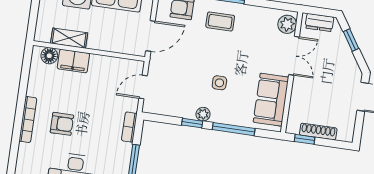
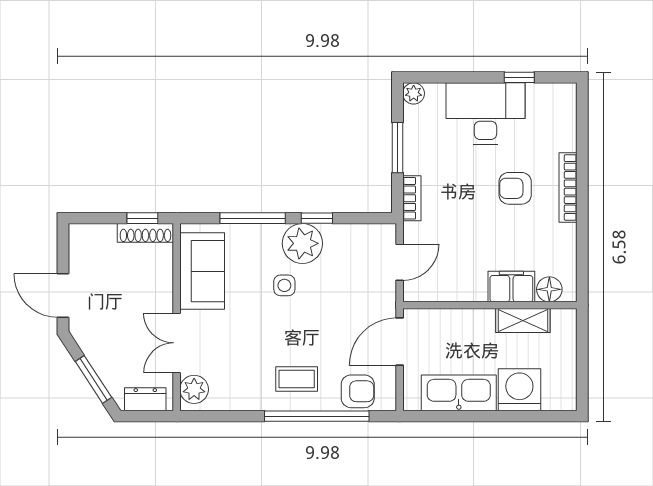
window: (351, 40) -> (93, 379), width x1.50
plant: (203, 114) -> (302, 243), width x1.88, depth x1.88
shoe rack: (318, 132) -> (145, 233), moved

